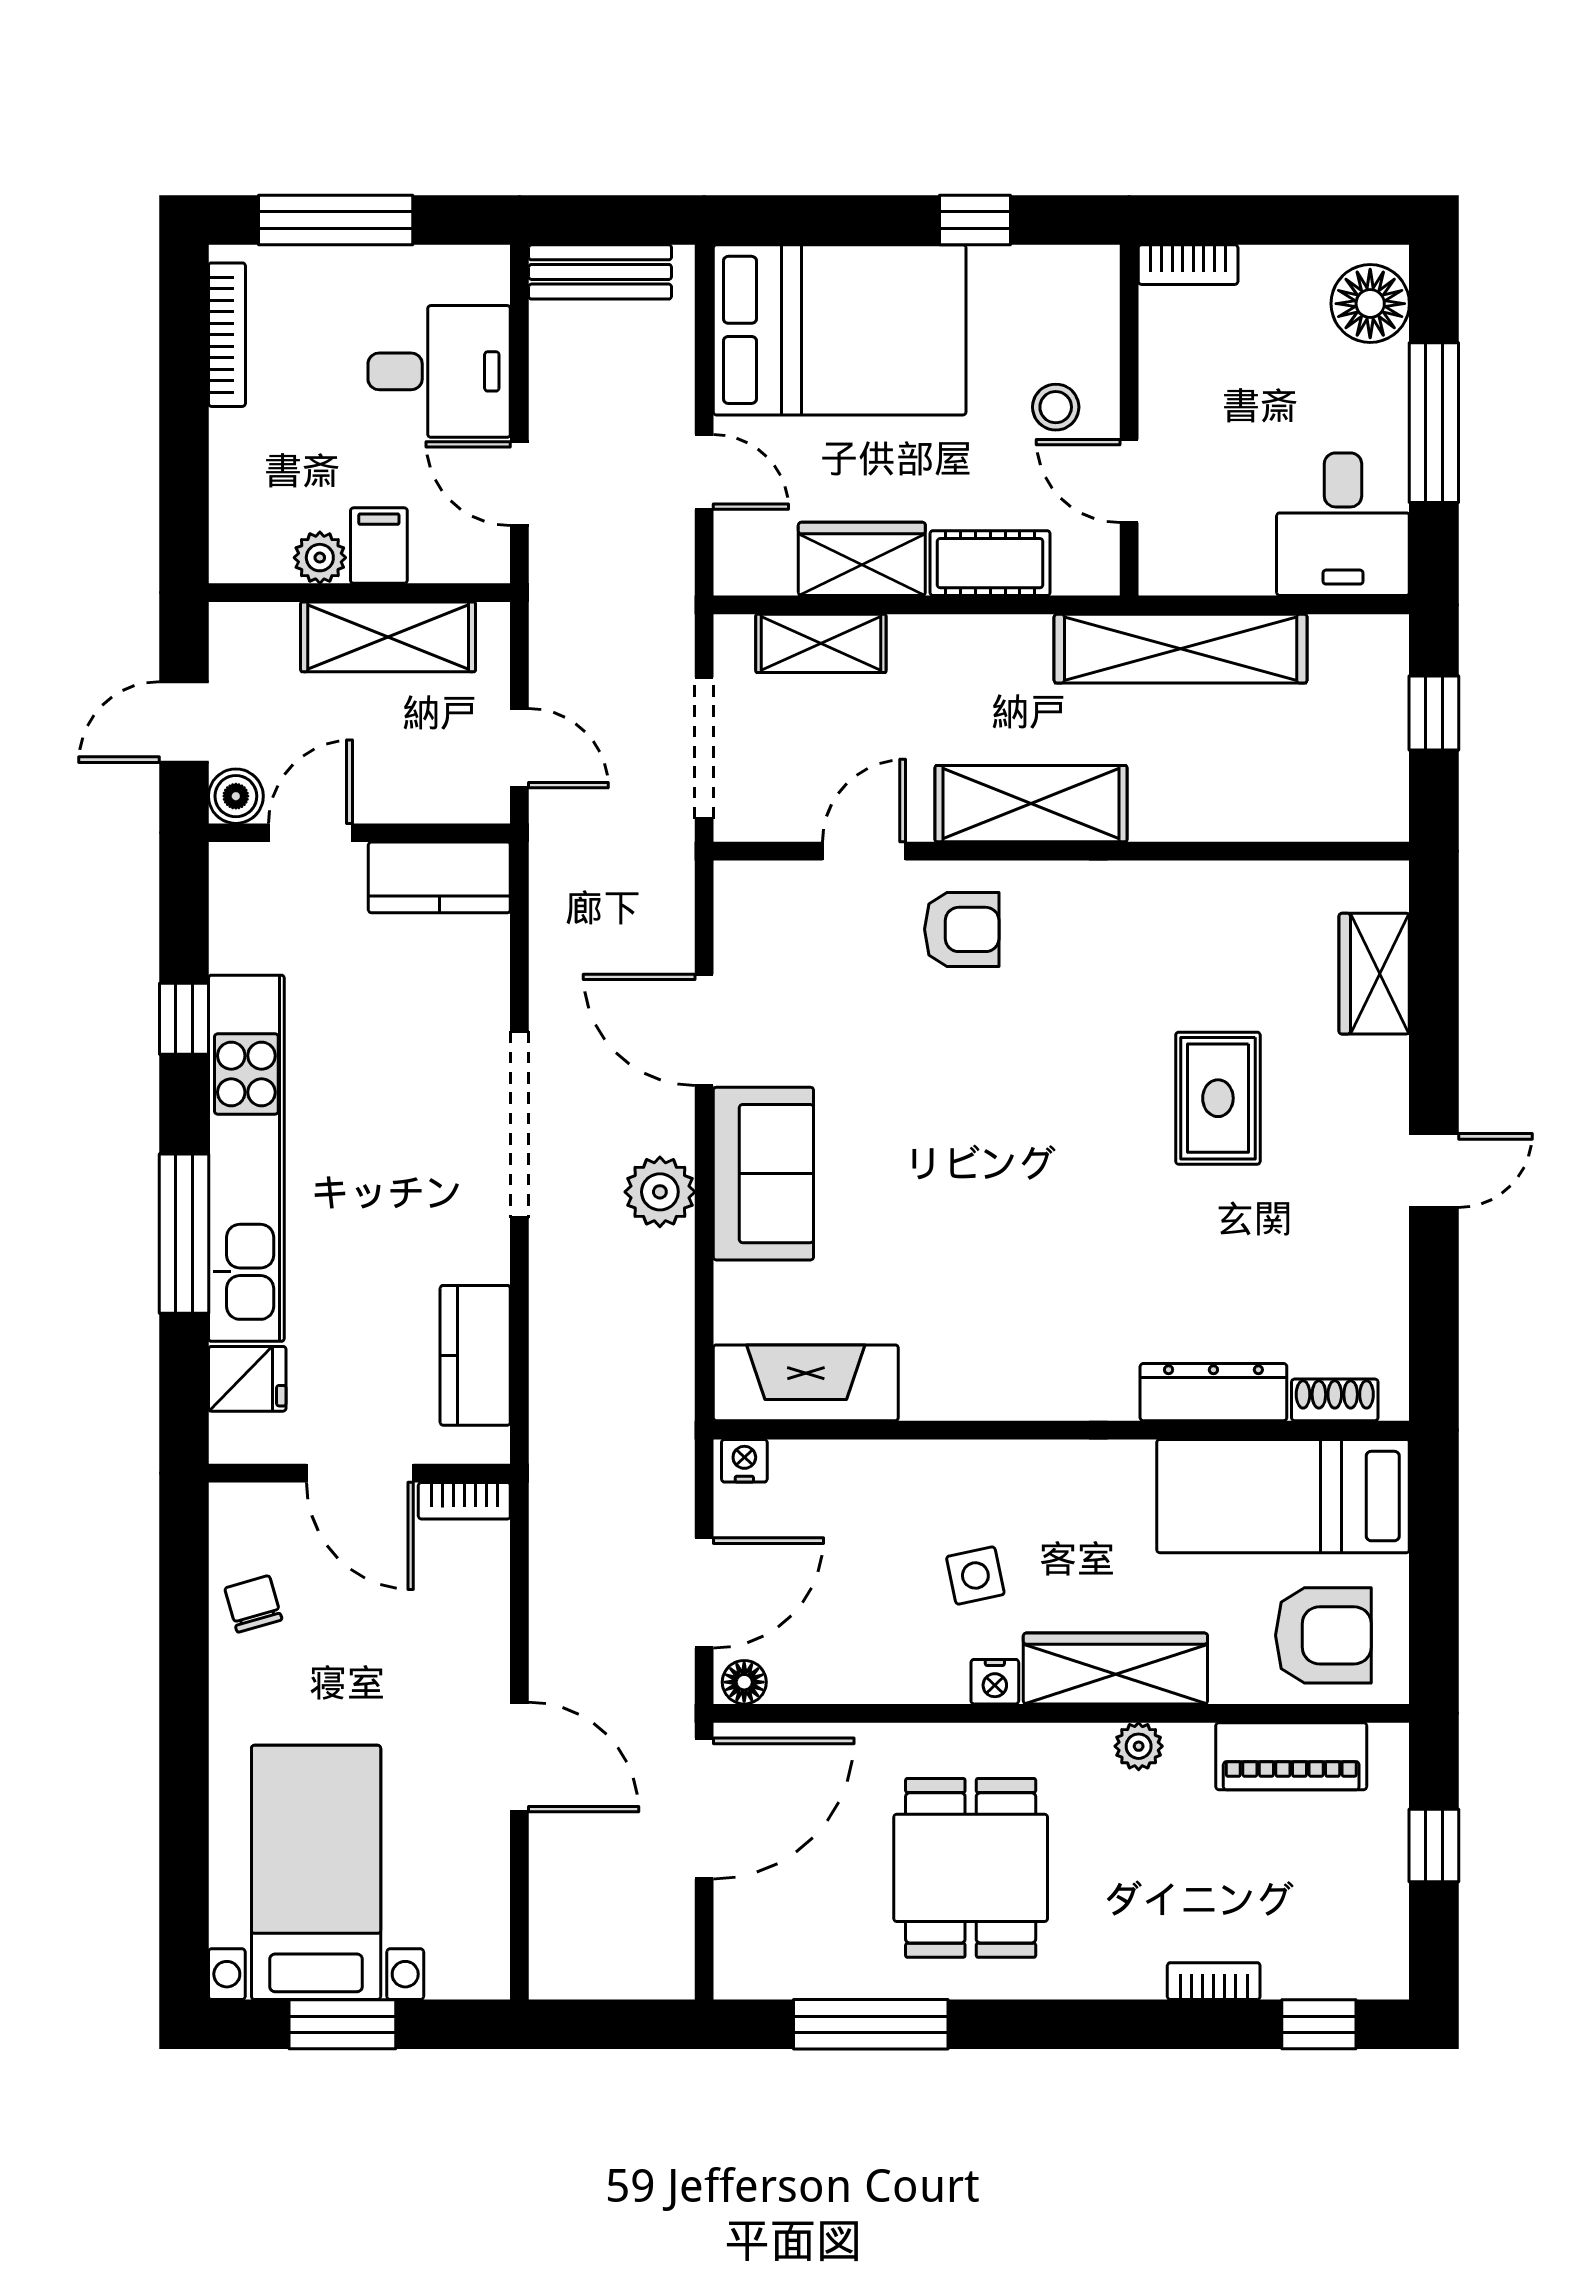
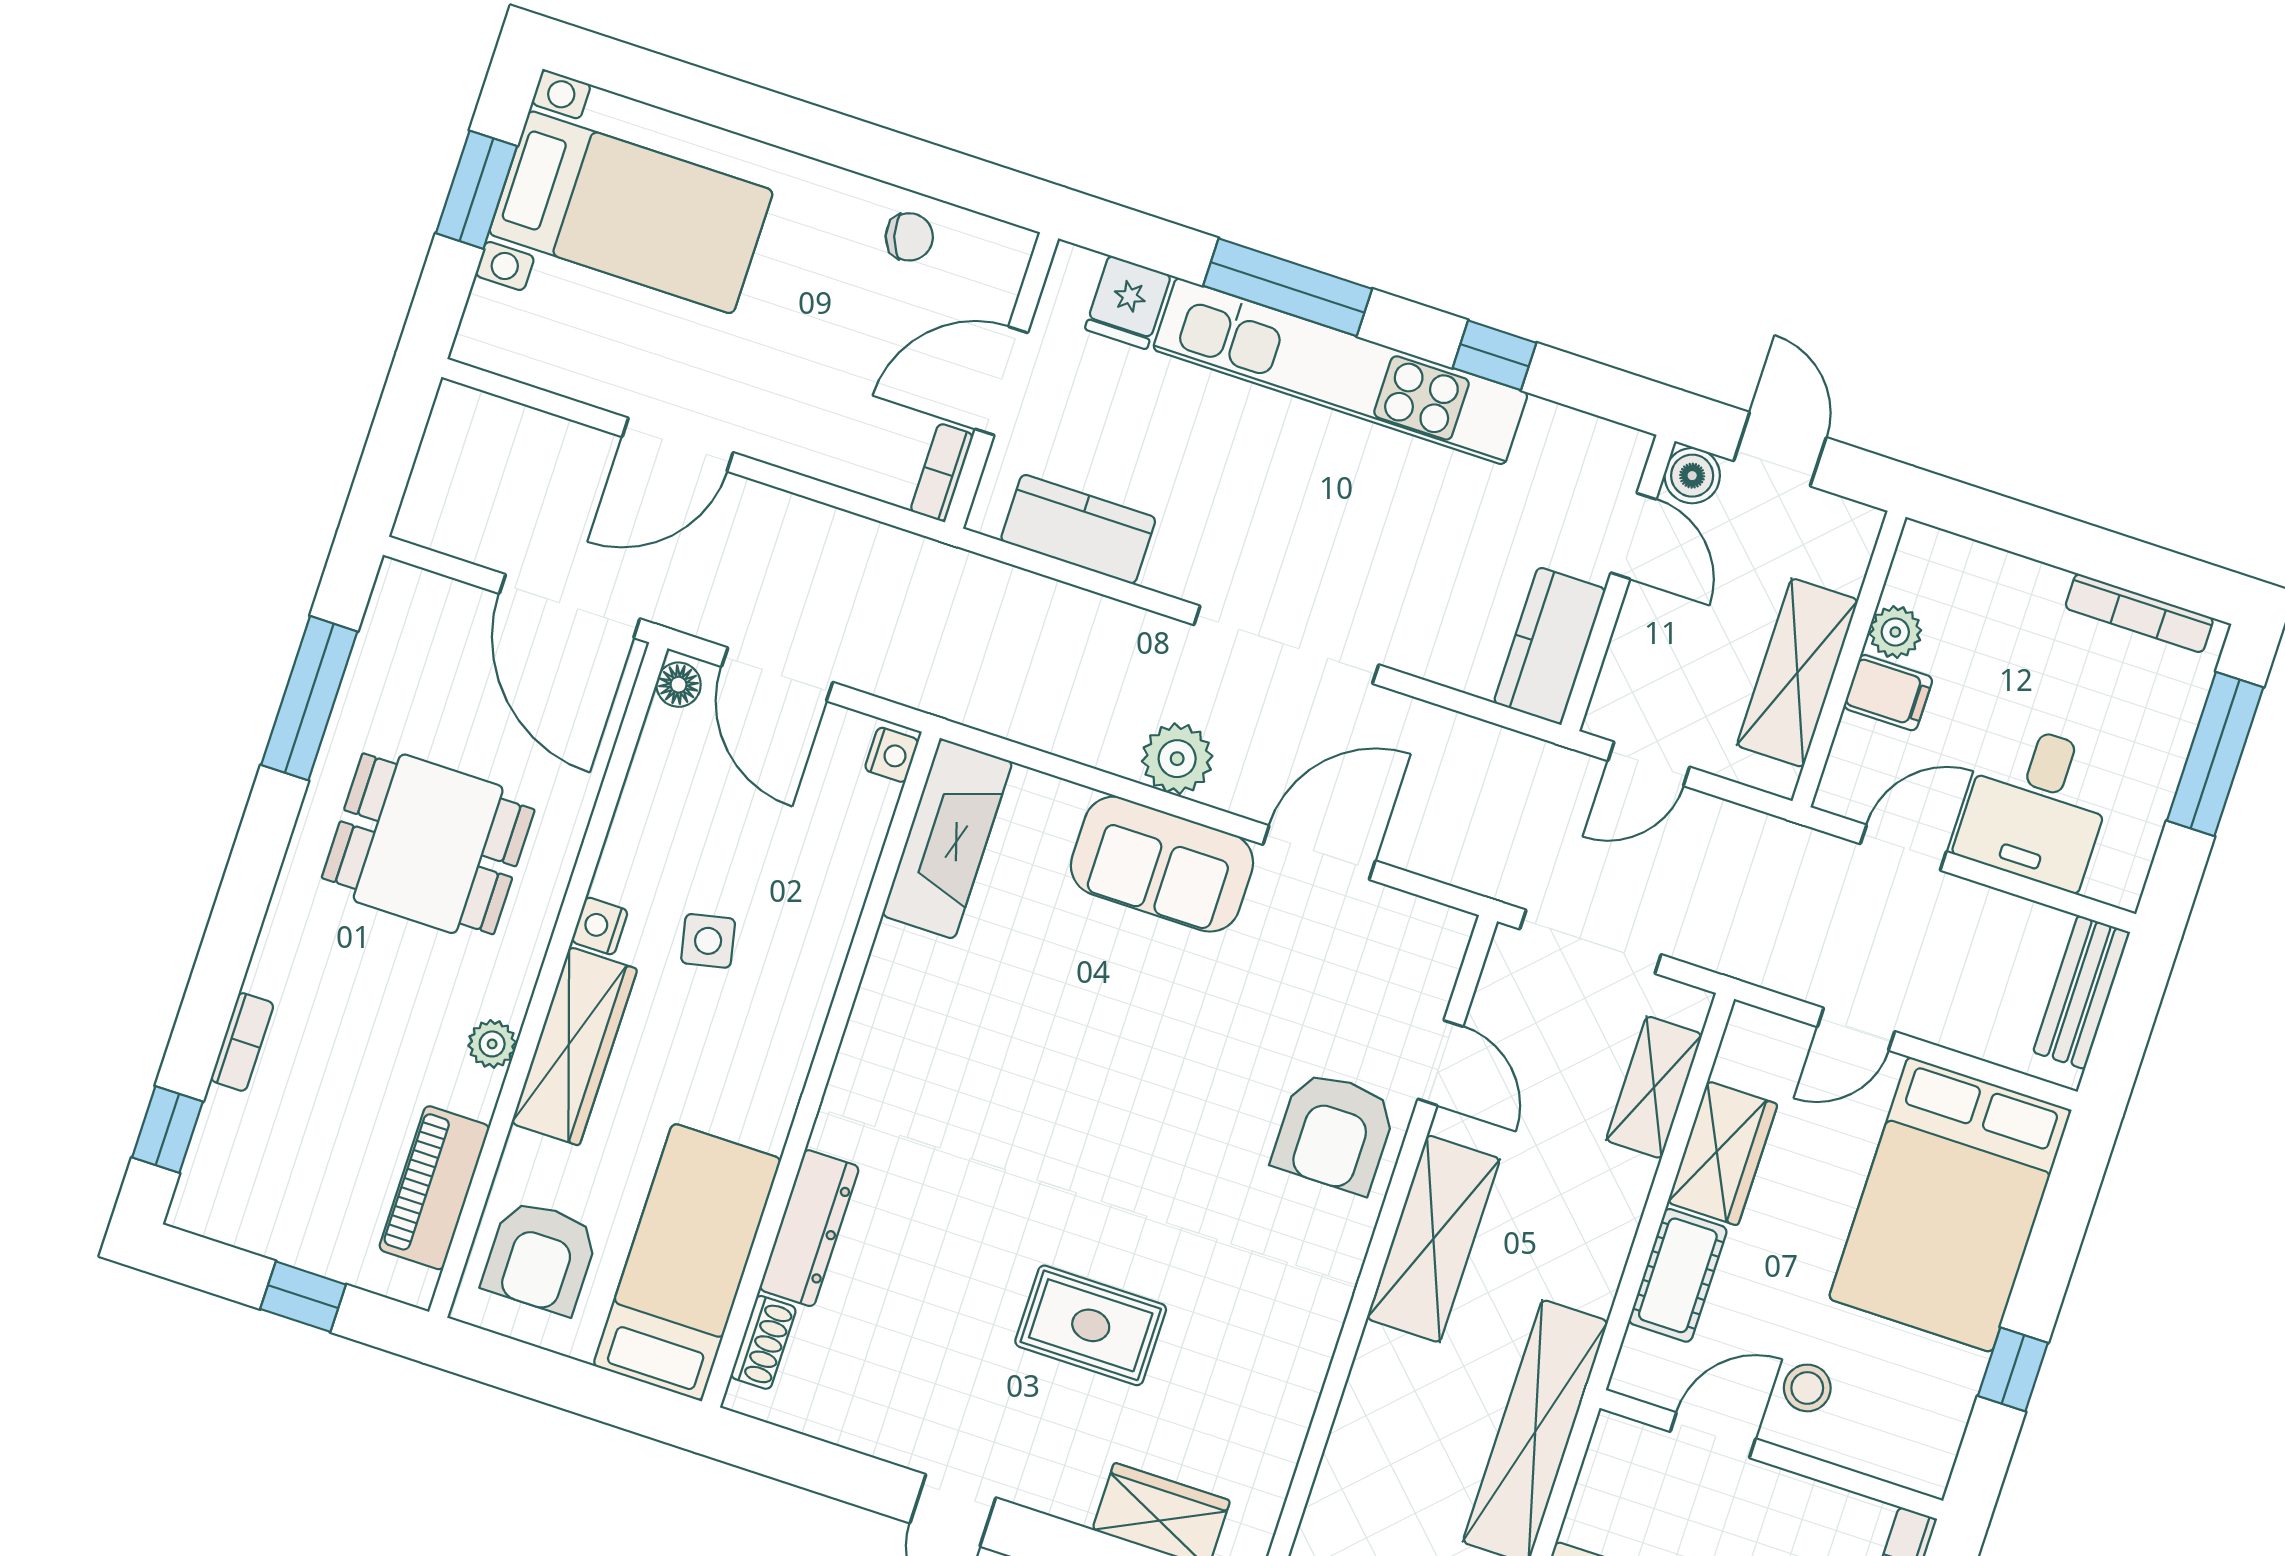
armchair: (962, 929) -> (1334, 1132), width x1.38, depth x1.38

